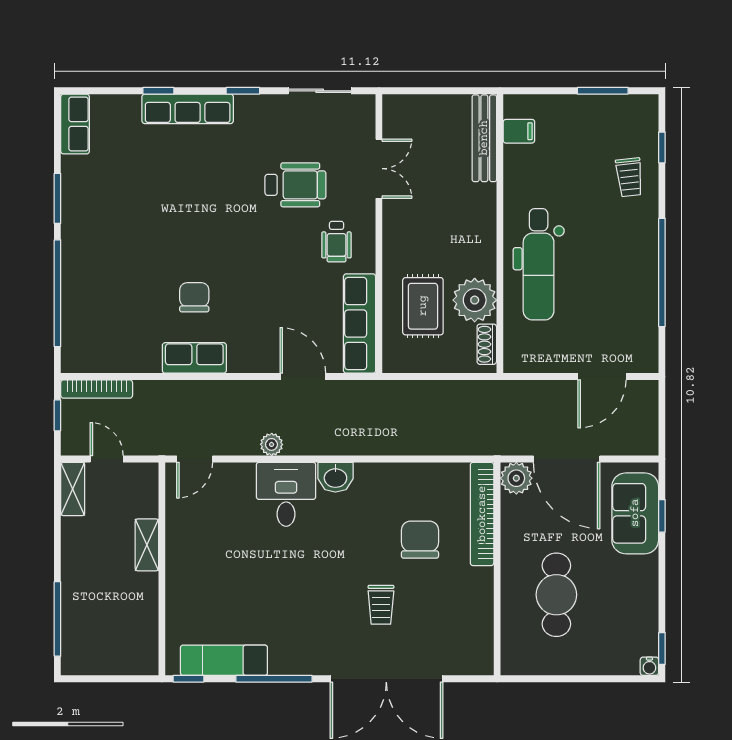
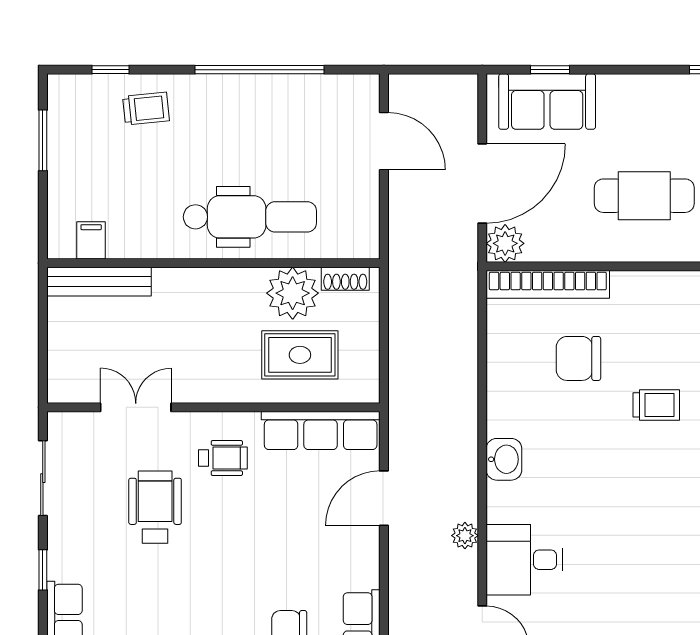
desk: (286, 494) -> (524, 560), moved

